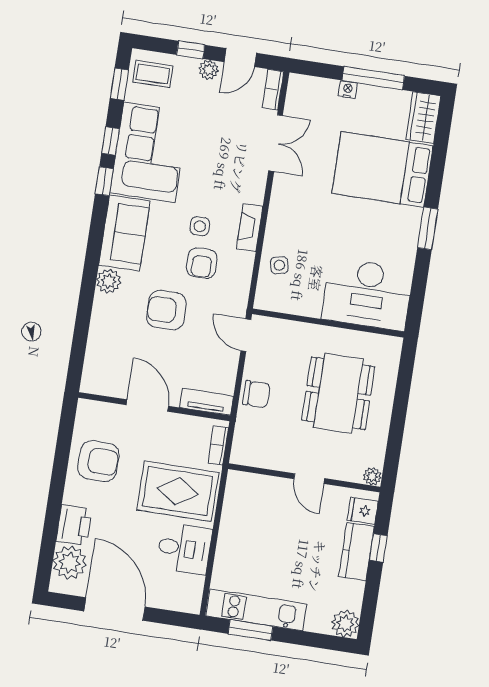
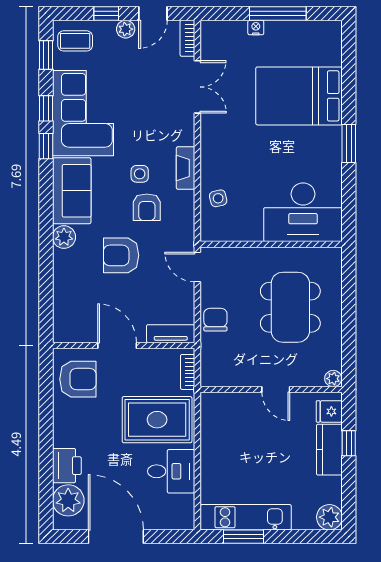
wardrobe: (423, 118) -> (329, 43), removed
chair: (256, 394) -> (215, 320), turned -90
armchair: (98, 461) -> (78, 379), moved

